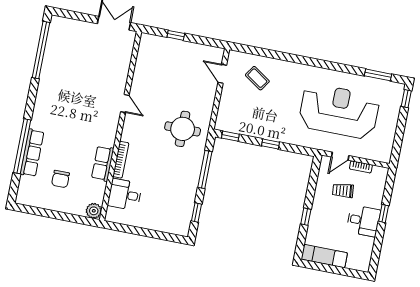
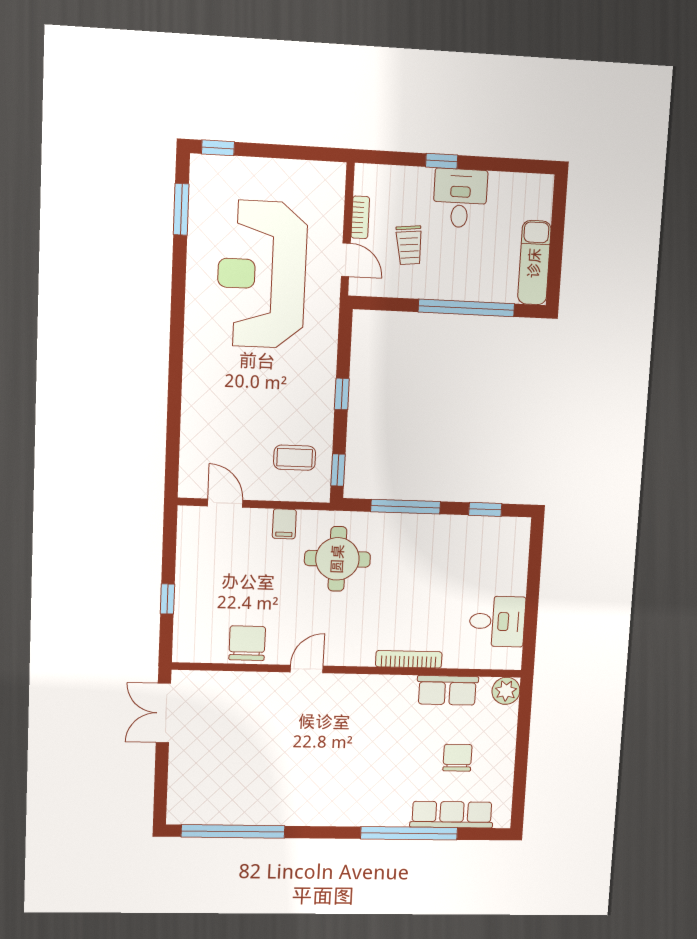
chair: (145, 74) -> (247, 643), added
door: (222, 74) -> (225, 503), swing flipped
coffee table: (257, 78) -> (295, 458), moved, turned 56
filing cabinet: (206, 103) -> (284, 524), added
row of seats: (32, 153) -> (452, 815), moved
row of seats: (103, 163) -> (447, 690), moved
chair: (61, 179) -> (457, 758), turned -90
desk: (125, 195) -> (497, 621), moved, turned -90
window: (306, 217) -> (466, 308), width x3.17

